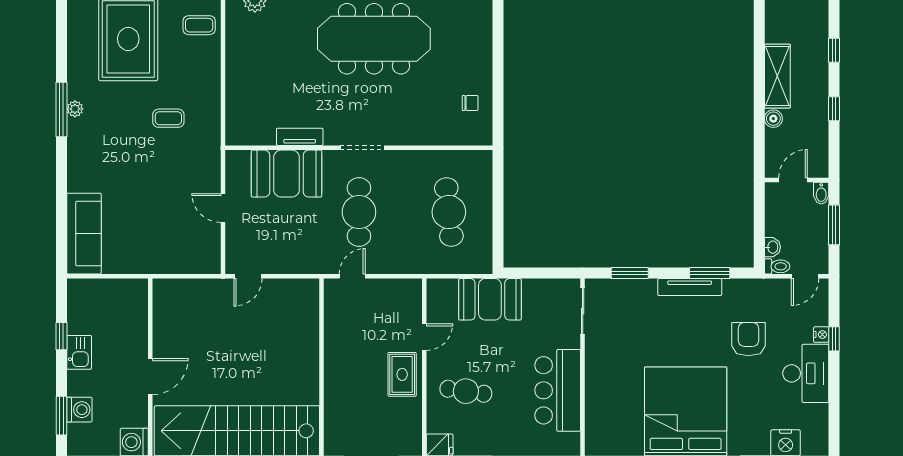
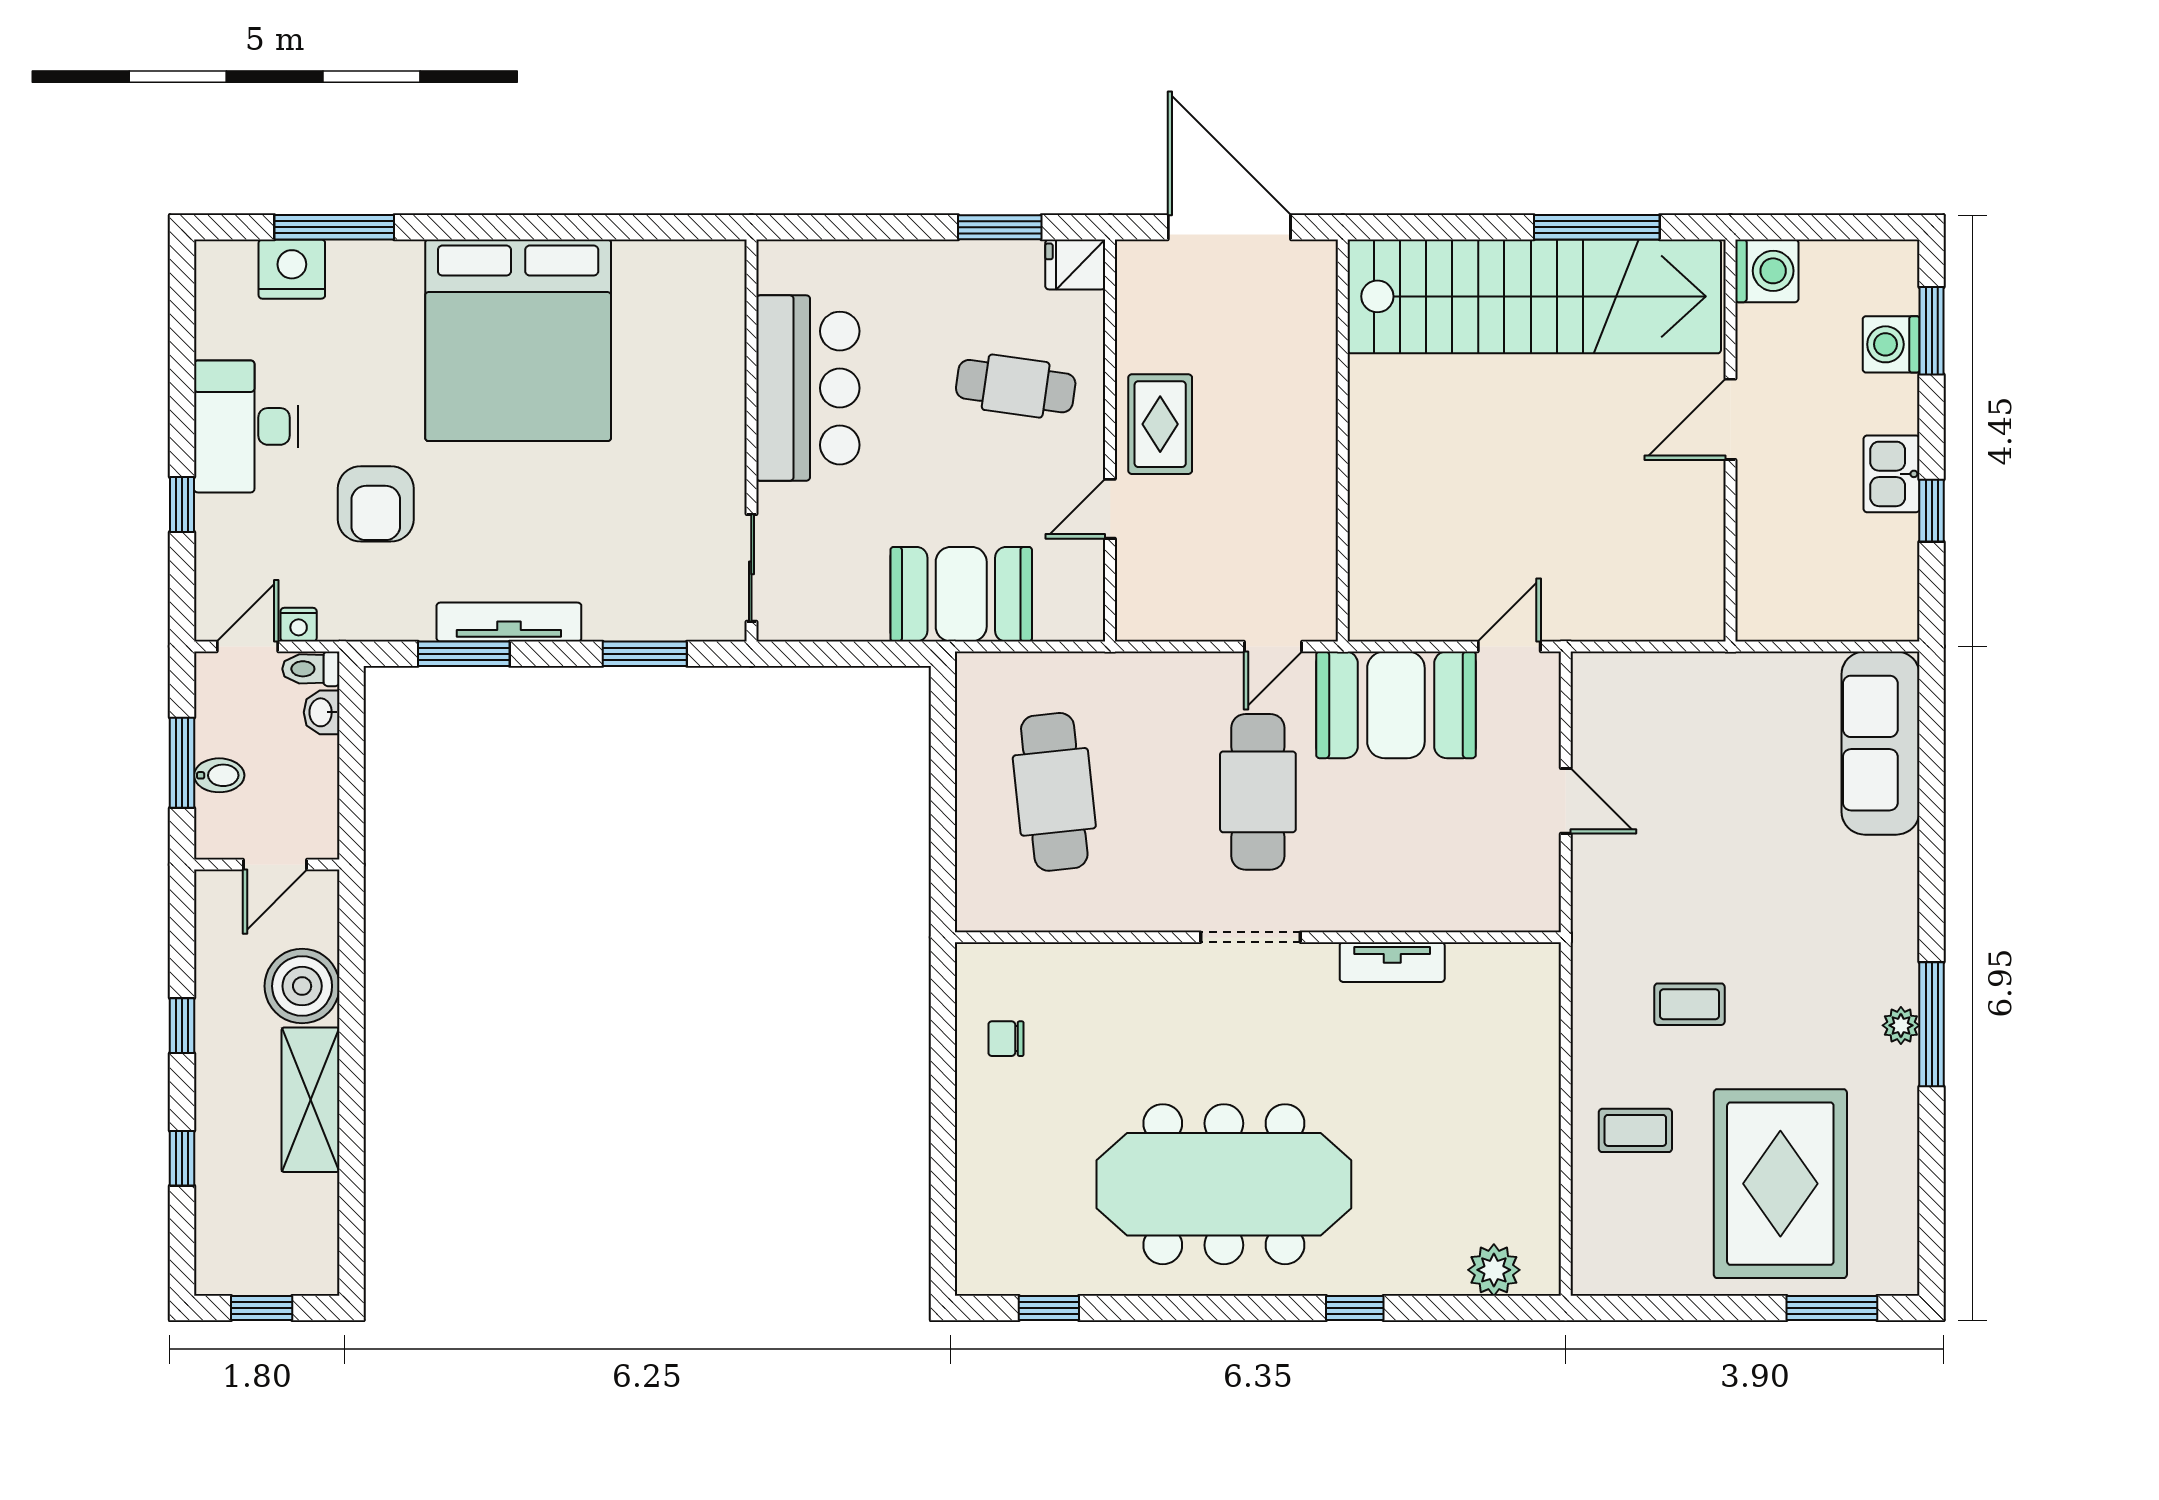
coffee table: (199, 25) -> (1635, 1130), moved
boiler: (773, 119) -> (302, 986), width x1.86, depth x1.86
booth: (287, 174) -> (1396, 705), moved
bidet: (821, 193) -> (219, 775), moved, turned 90
nightstand: (821, 335) -> (299, 625), moved, turned -90

